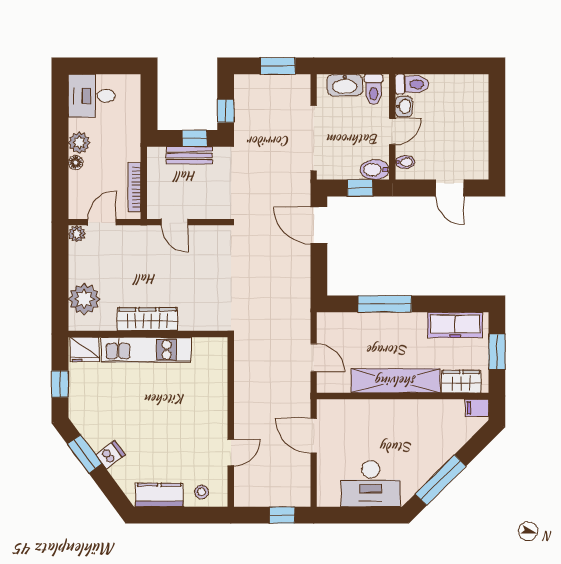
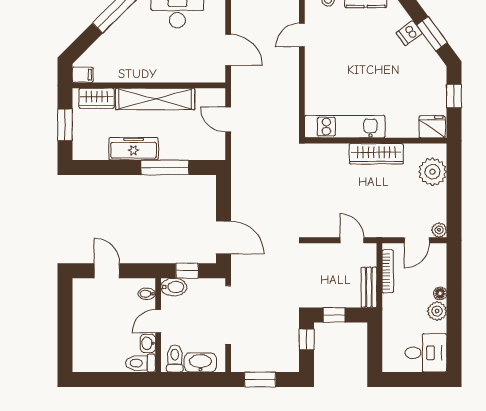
bench: (189, 155) -> (369, 287), moved, turned 90
freezer: (455, 325) -> (134, 149), moved
kitchen unit: (146, 350) -> (345, 127), moved

